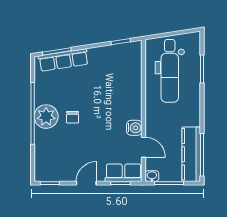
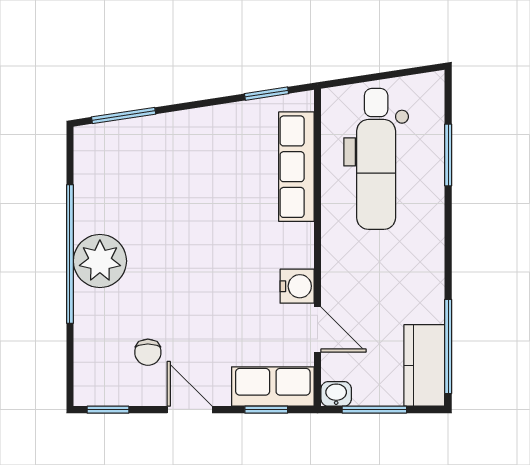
row of seats: (63, 60) -> (296, 167), moved, turned 99
chair: (73, 117) -> (148, 352), moved
kitchen counter: (191, 154) -> (424, 365), width x0.67
door: (86, 183) -> (190, 410), hinge flipped

